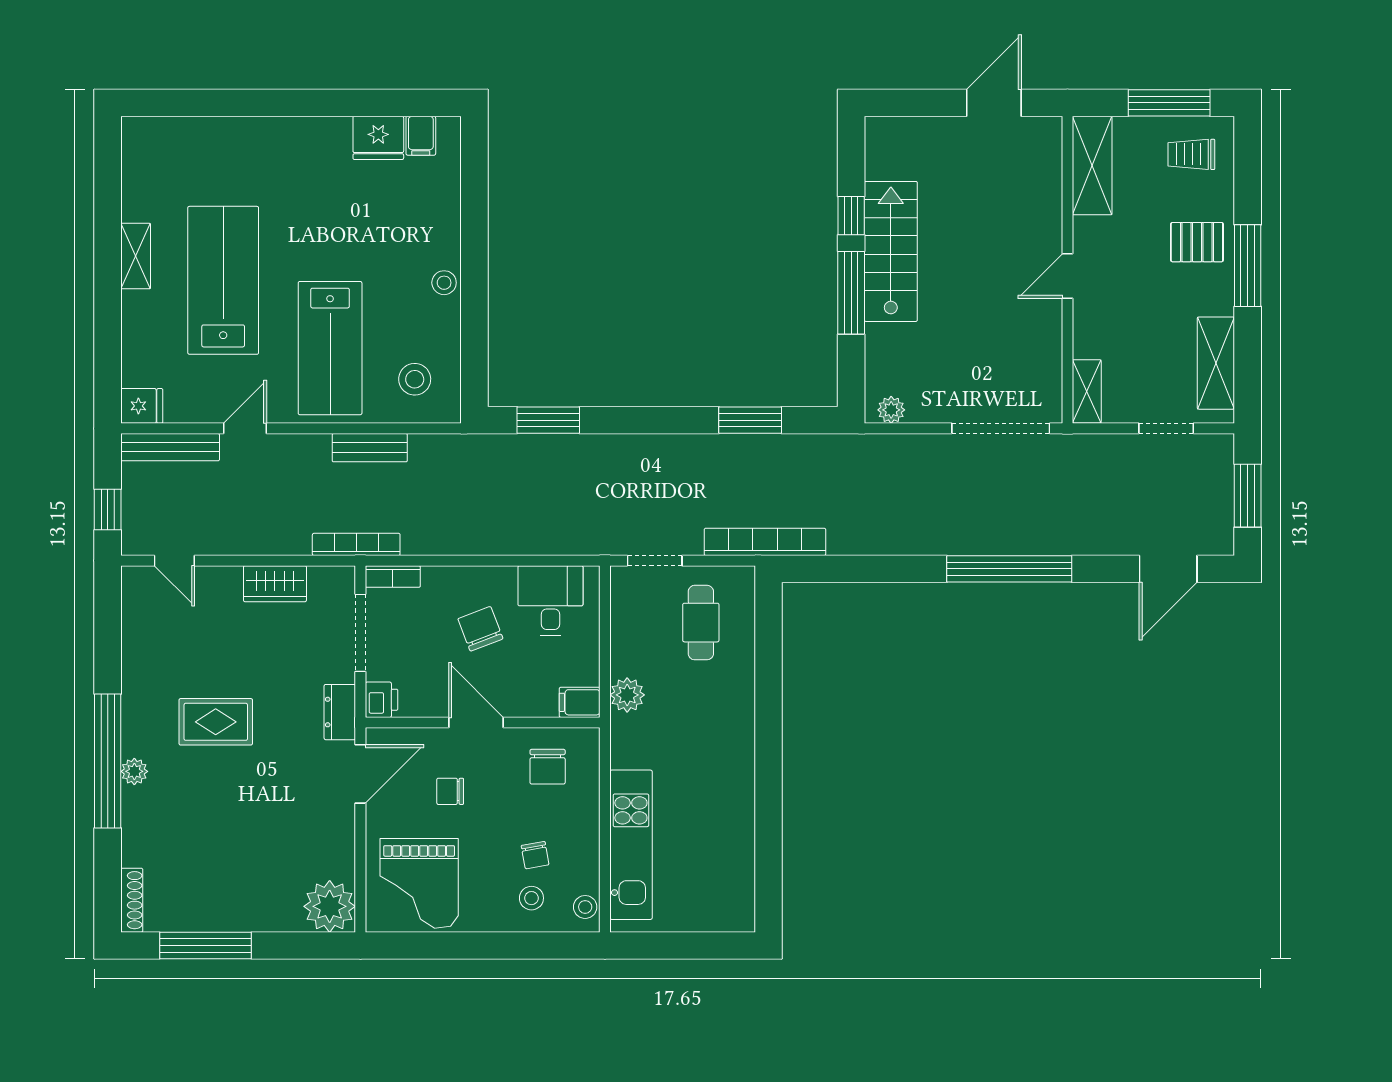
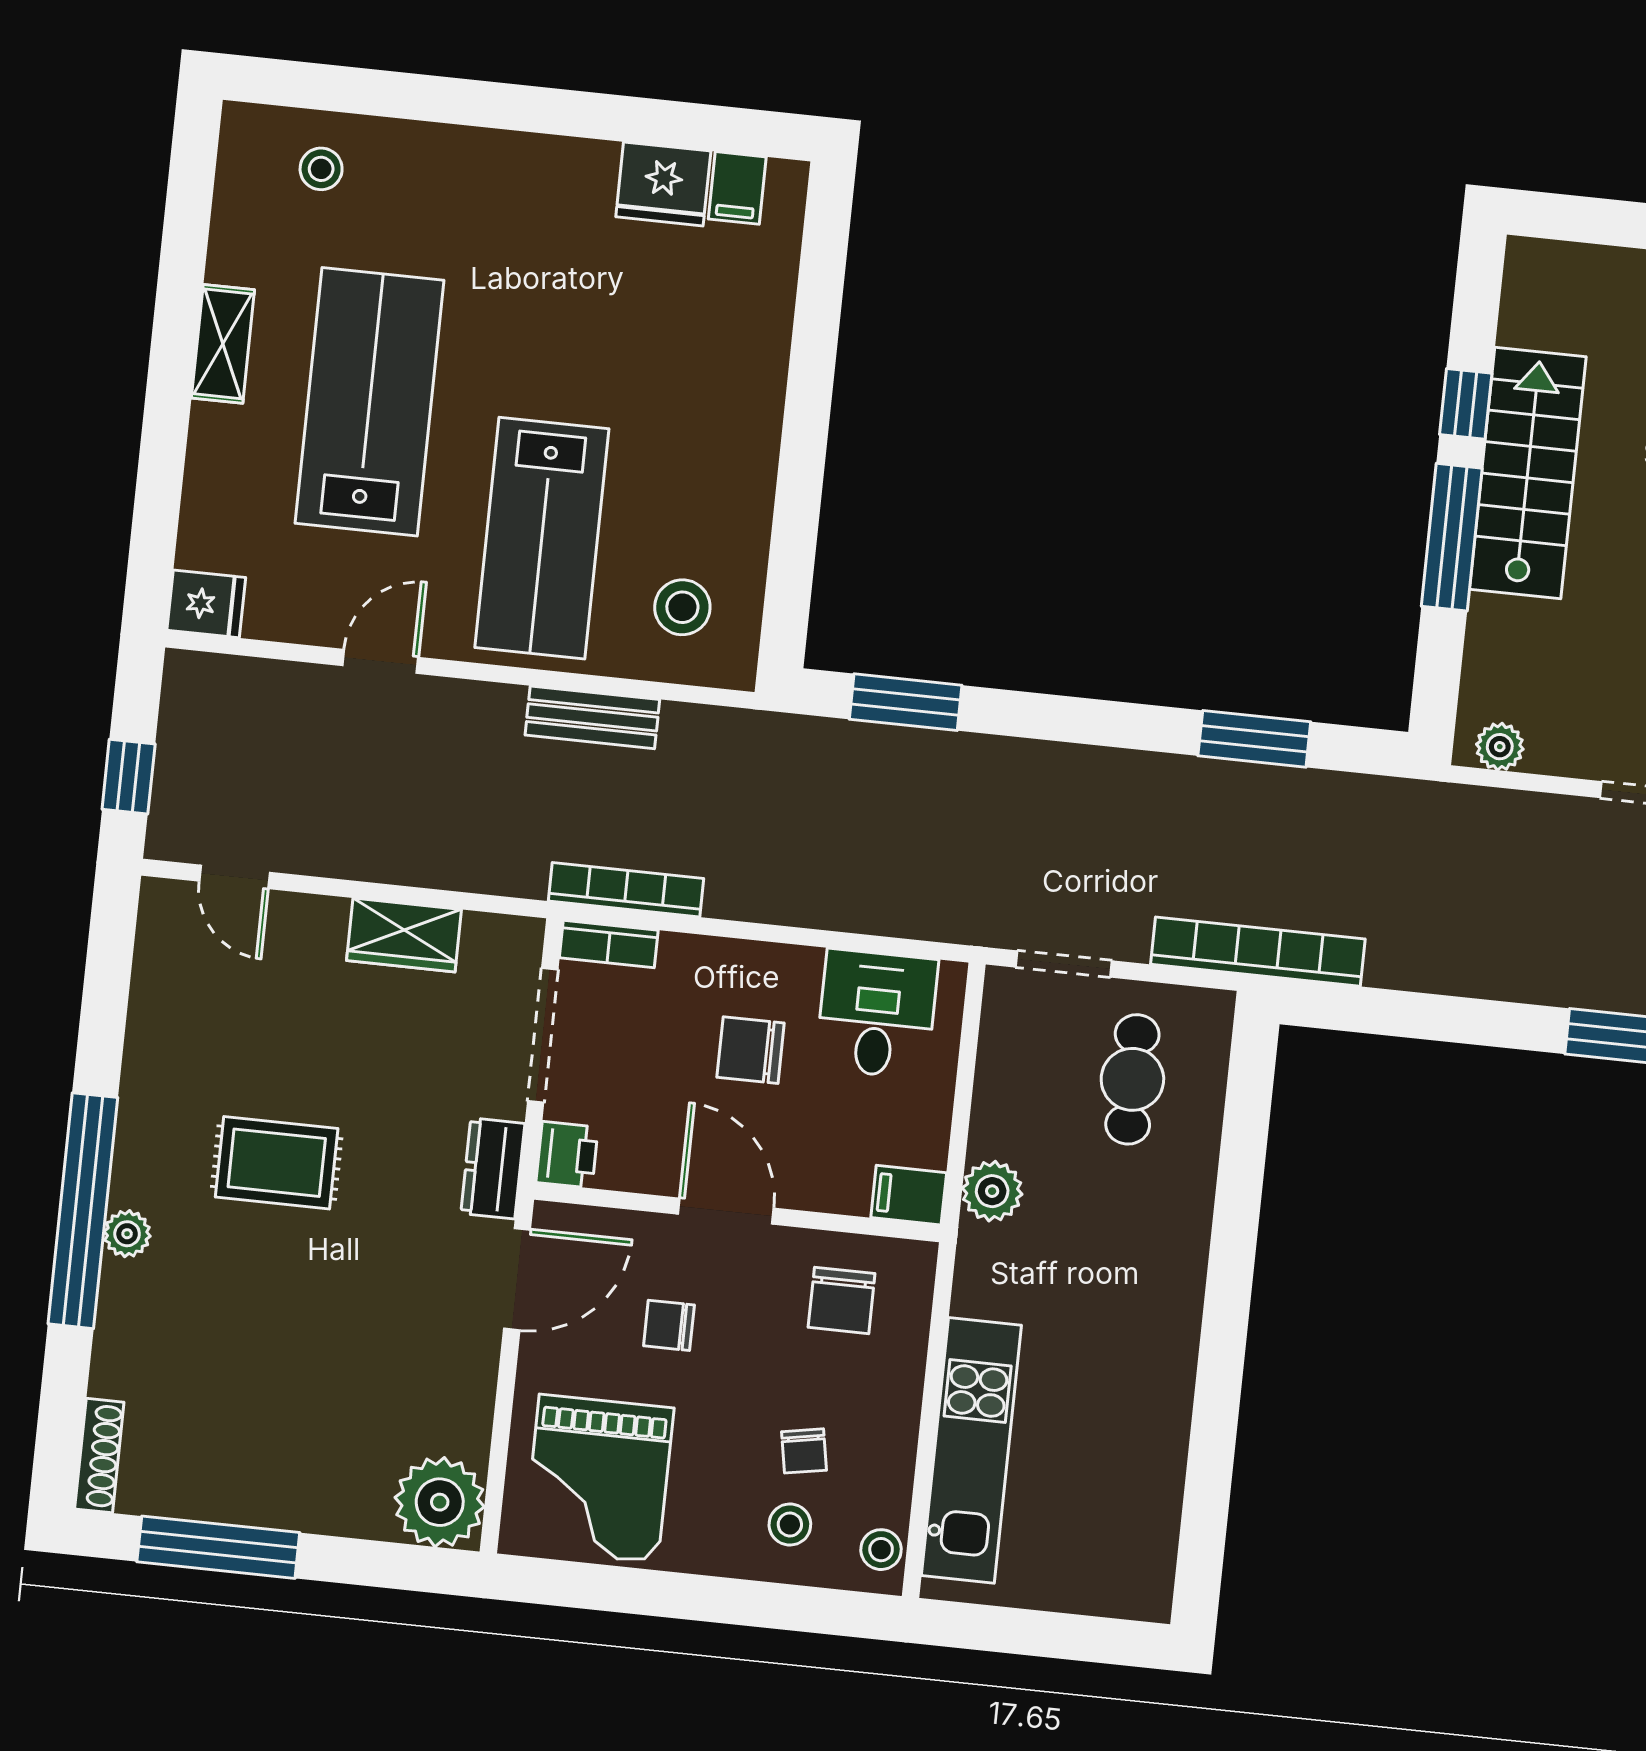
stool: (444, 283) -> (321, 169), moved
bench: (170, 447) -> (248, 680), removed
bookcase: (356, 544) -> (626, 890), moved
chair: (480, 629) -> (751, 1050), turned -69

